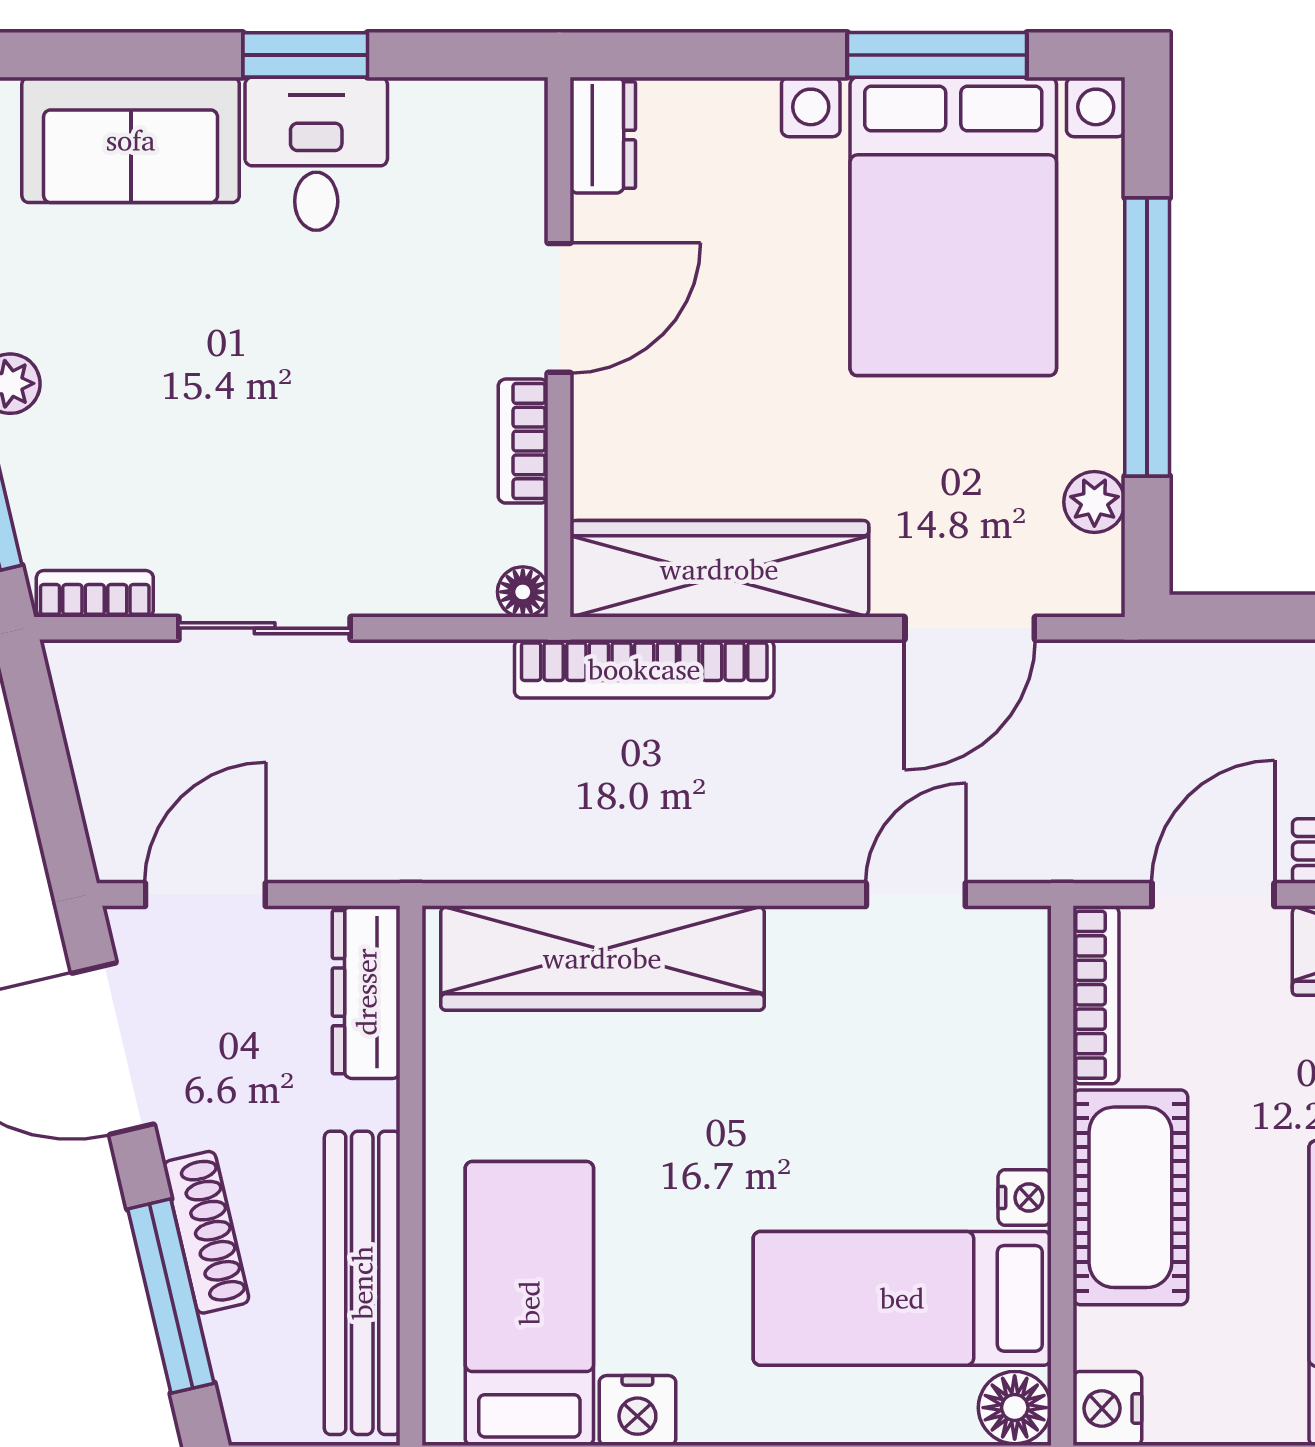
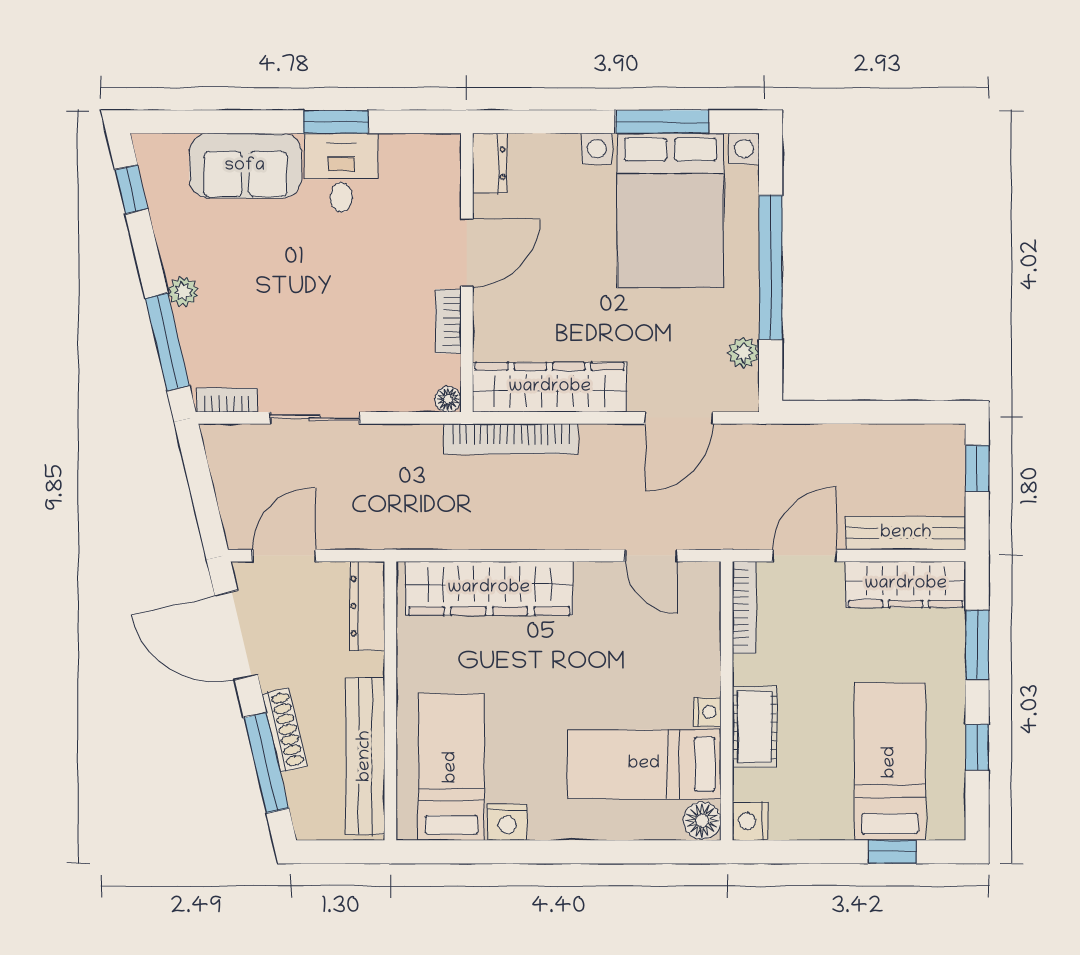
door: (916, 895) -> (651, 556), swing flipped
cot: (1130, 1197) -> (754, 727), width x0.73, depth x0.75

